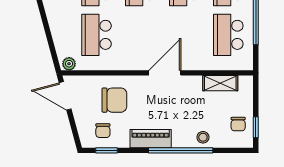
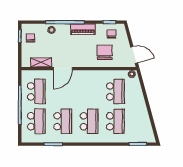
door: (165, 73) -> (63, 69), moved
chair: (114, 100) -> (105, 52), turned 90

